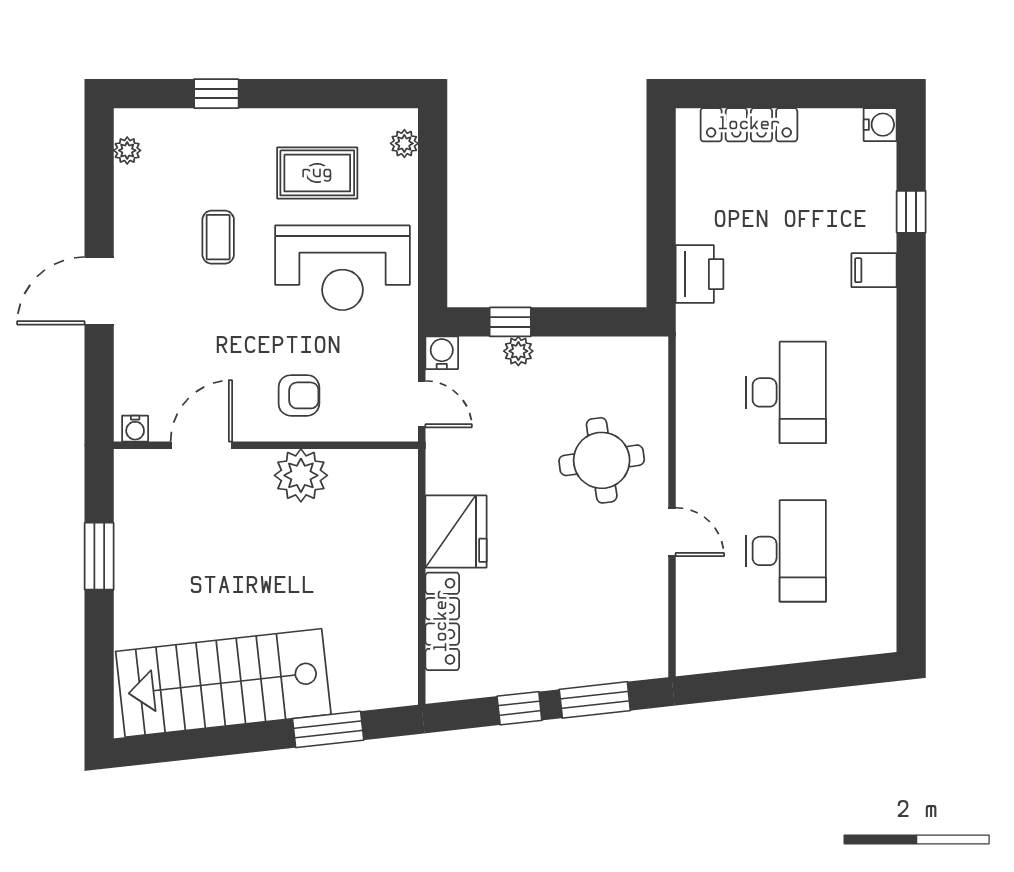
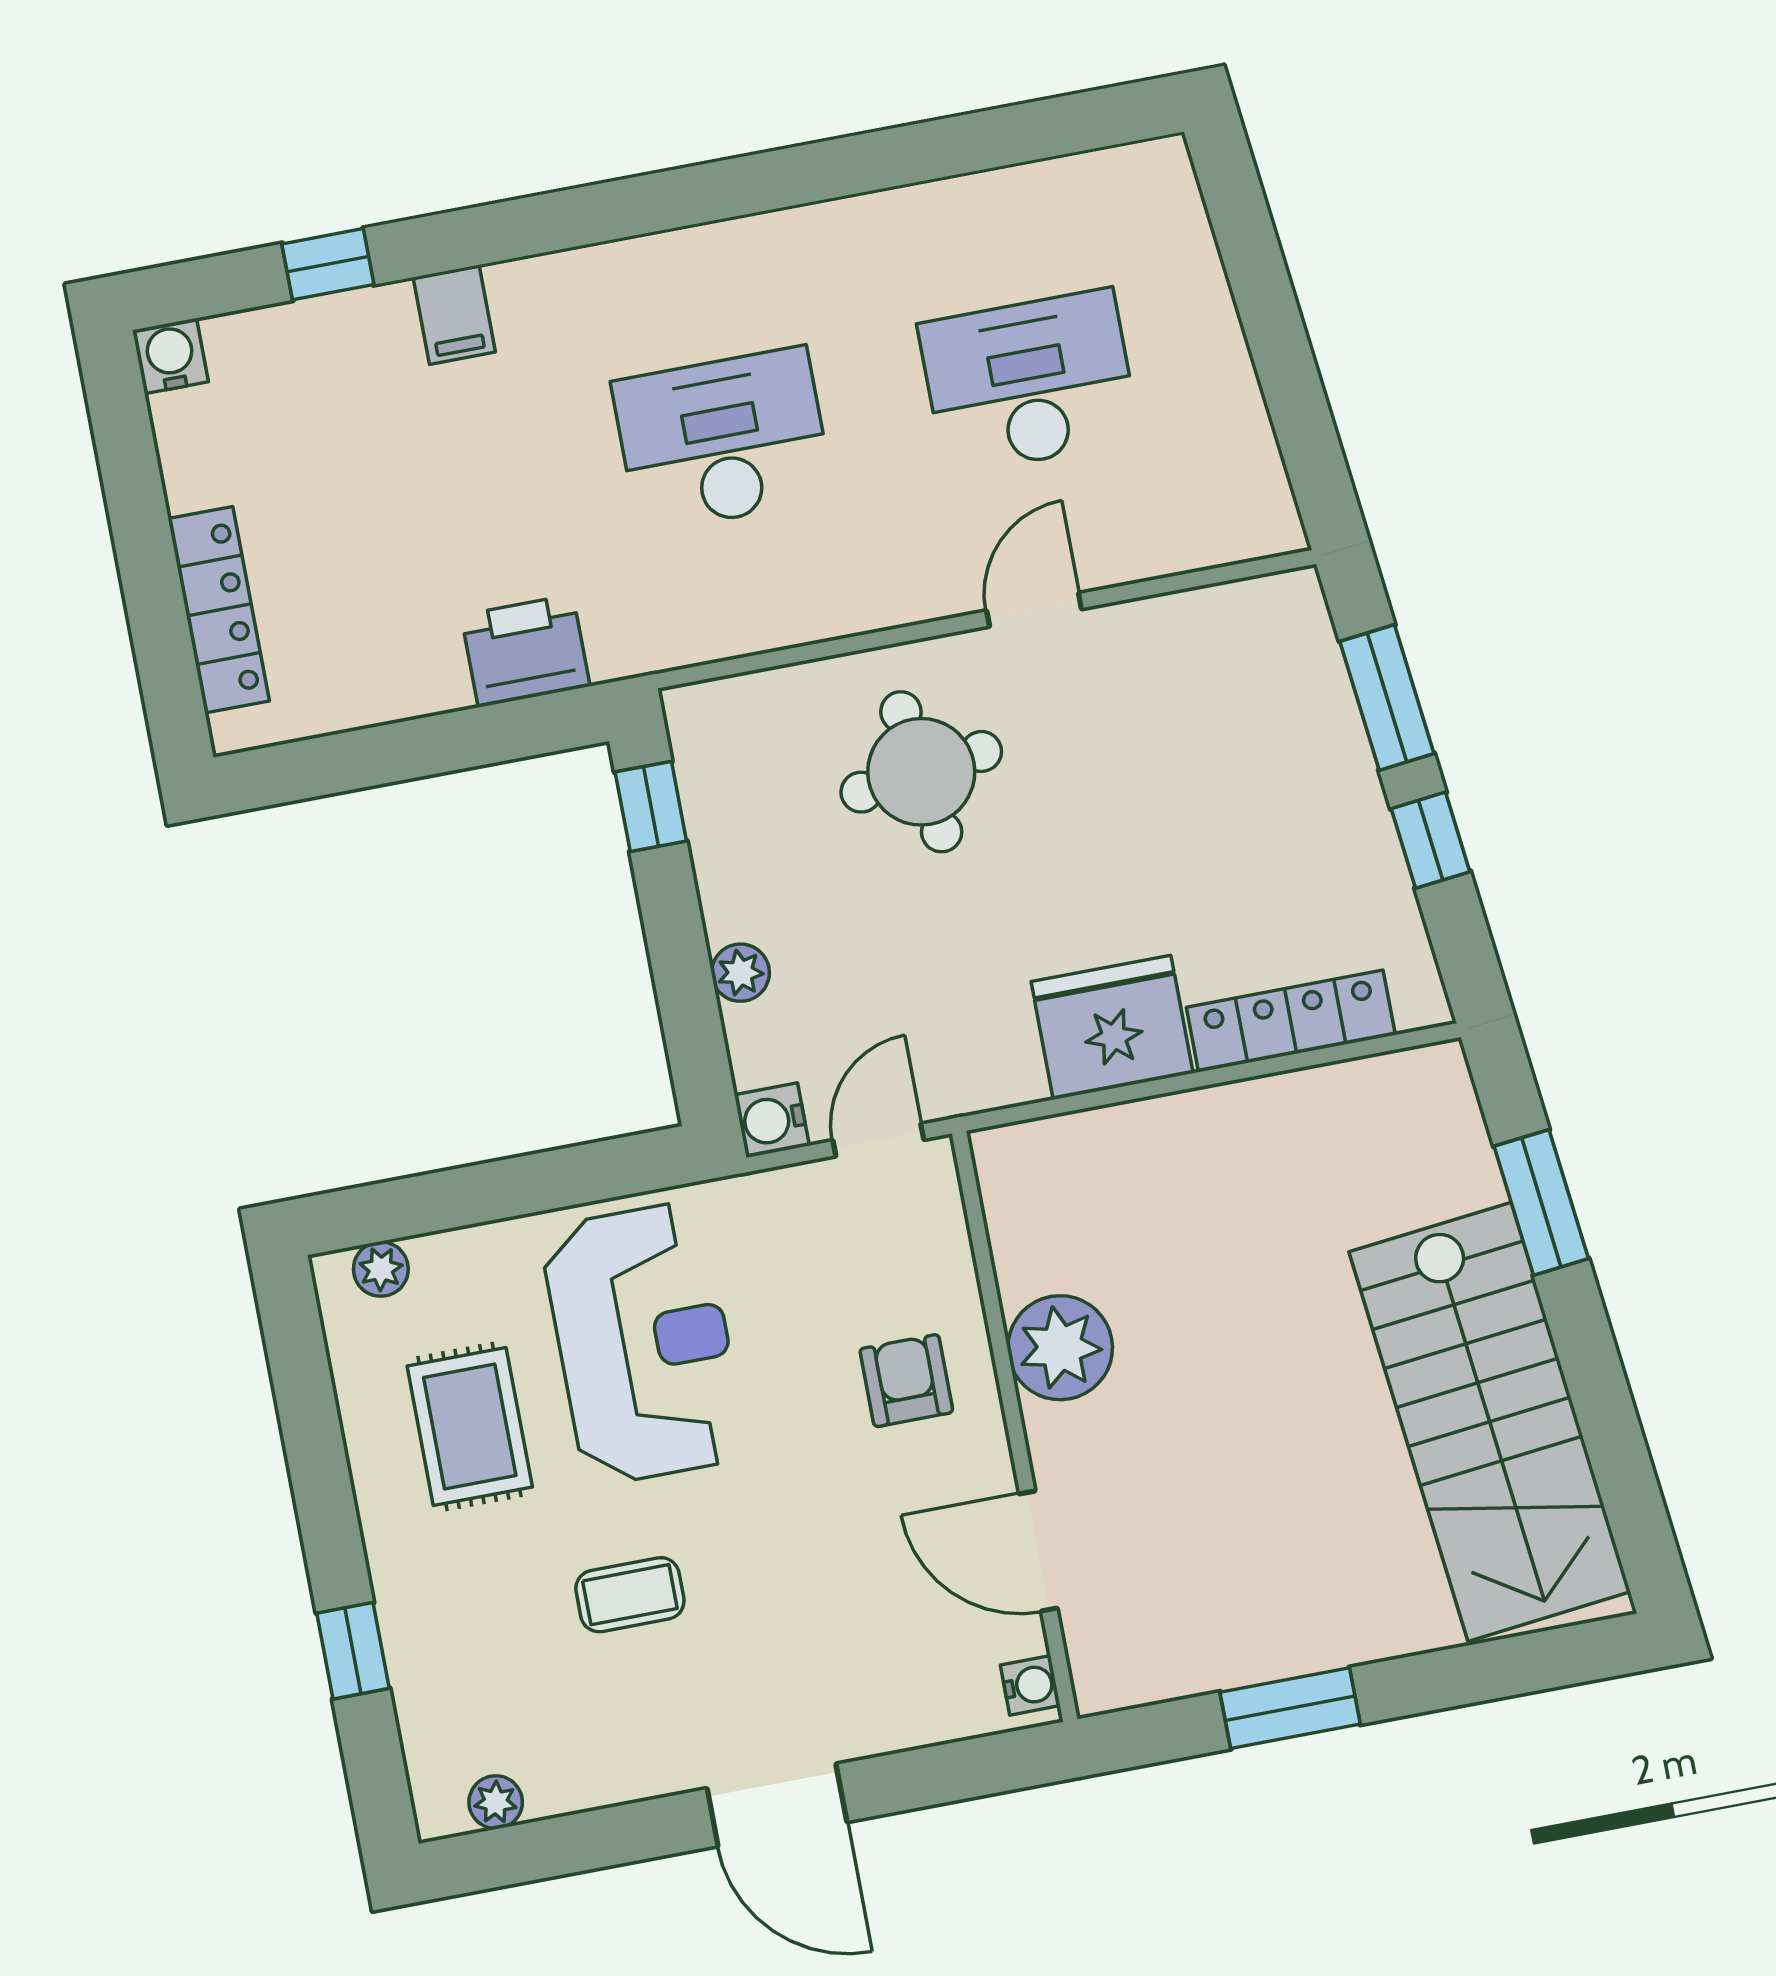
window: (510, 322) -> (651, 807), moved

